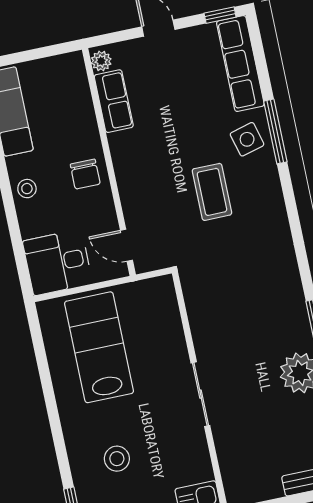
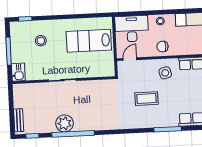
side table: (247, 139) -> (165, 73), moved
desk: (57, 262) -> (132, 29), width x1.37
lab bench: (99, 347) -> (89, 41), turned 180

